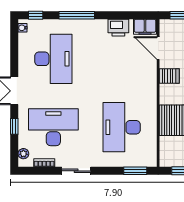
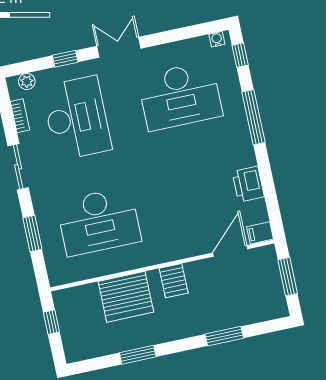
filing cabinet: (145, 27) -> (260, 233), width x0.50
server rack: (169, 76) -> (174, 281), moved
desk: (122, 127) -> (99, 221), turned 180
window: (135, 171) -> (32, 233), moved

